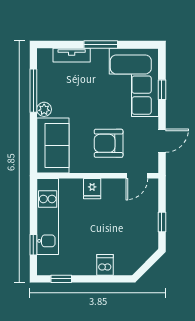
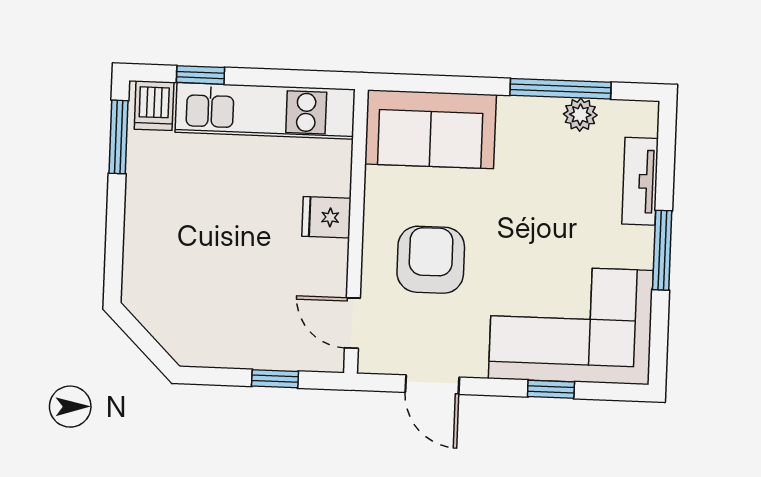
plant: (44, 109) -> (580, 115), moved
window: (162, 222) -> (275, 379), moved
dishwasher: (105, 265) -> (154, 106), moved, turned 90
window: (61, 279) -> (118, 137), width x1.50

